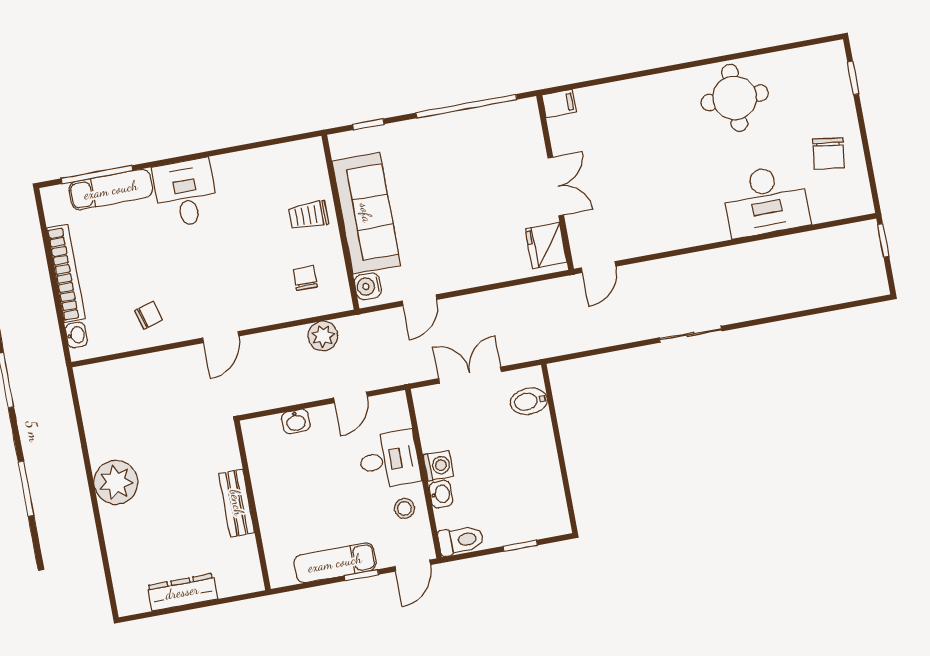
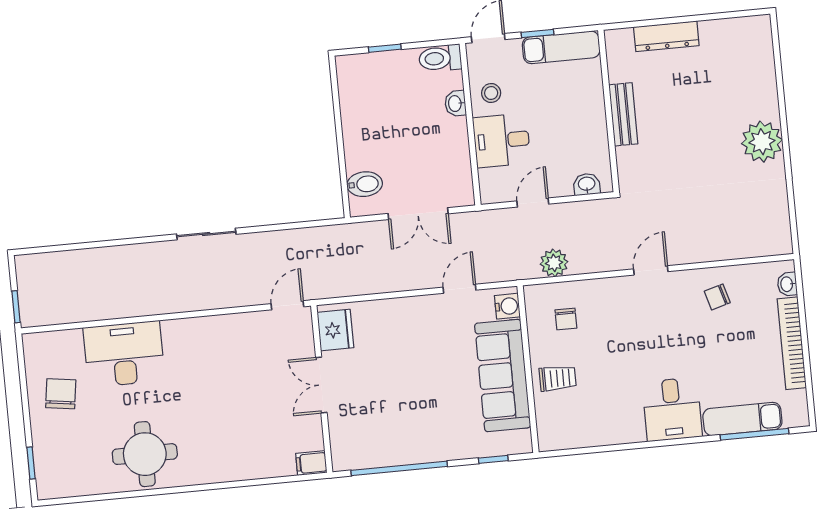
washing machine: (438, 466) -> (455, 131), removed
bench: (237, 503) -> (623, 114), moved
wall: (252, 505) -> (609, 111), moved
dresser: (182, 592) -> (666, 36), moved

